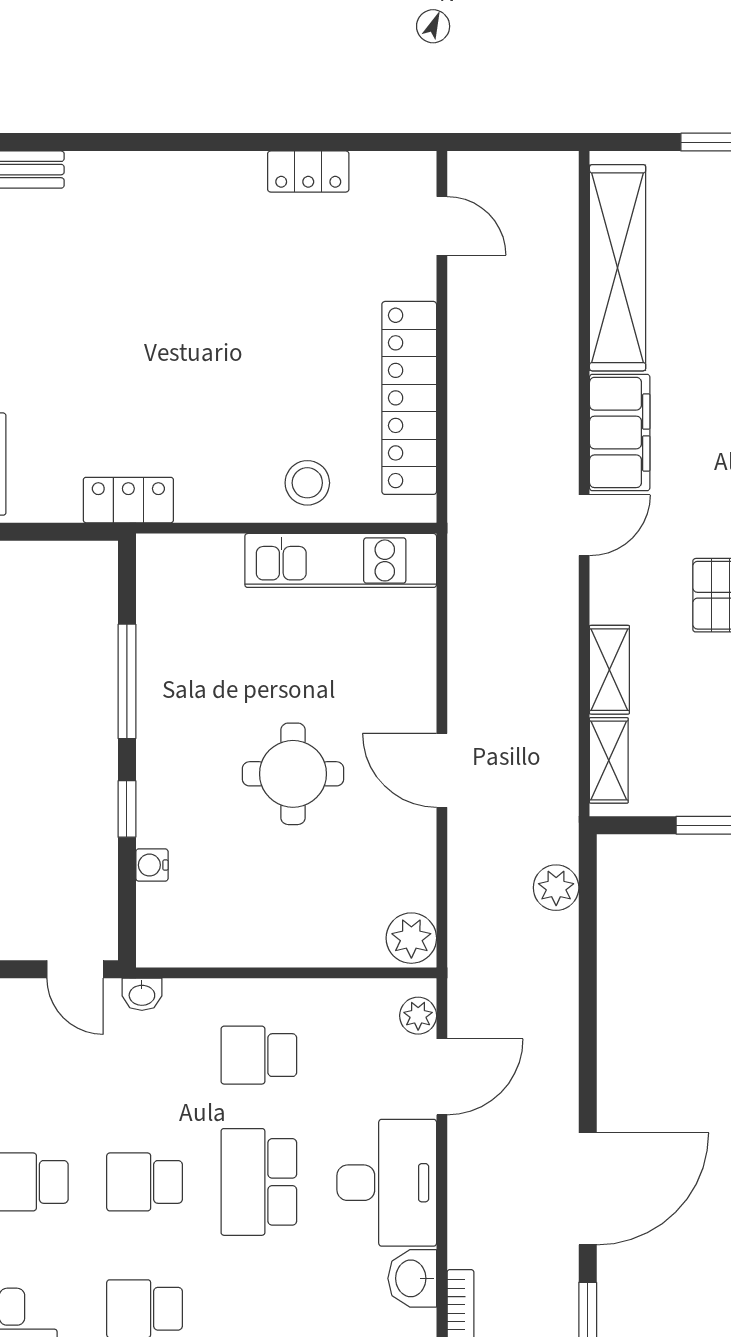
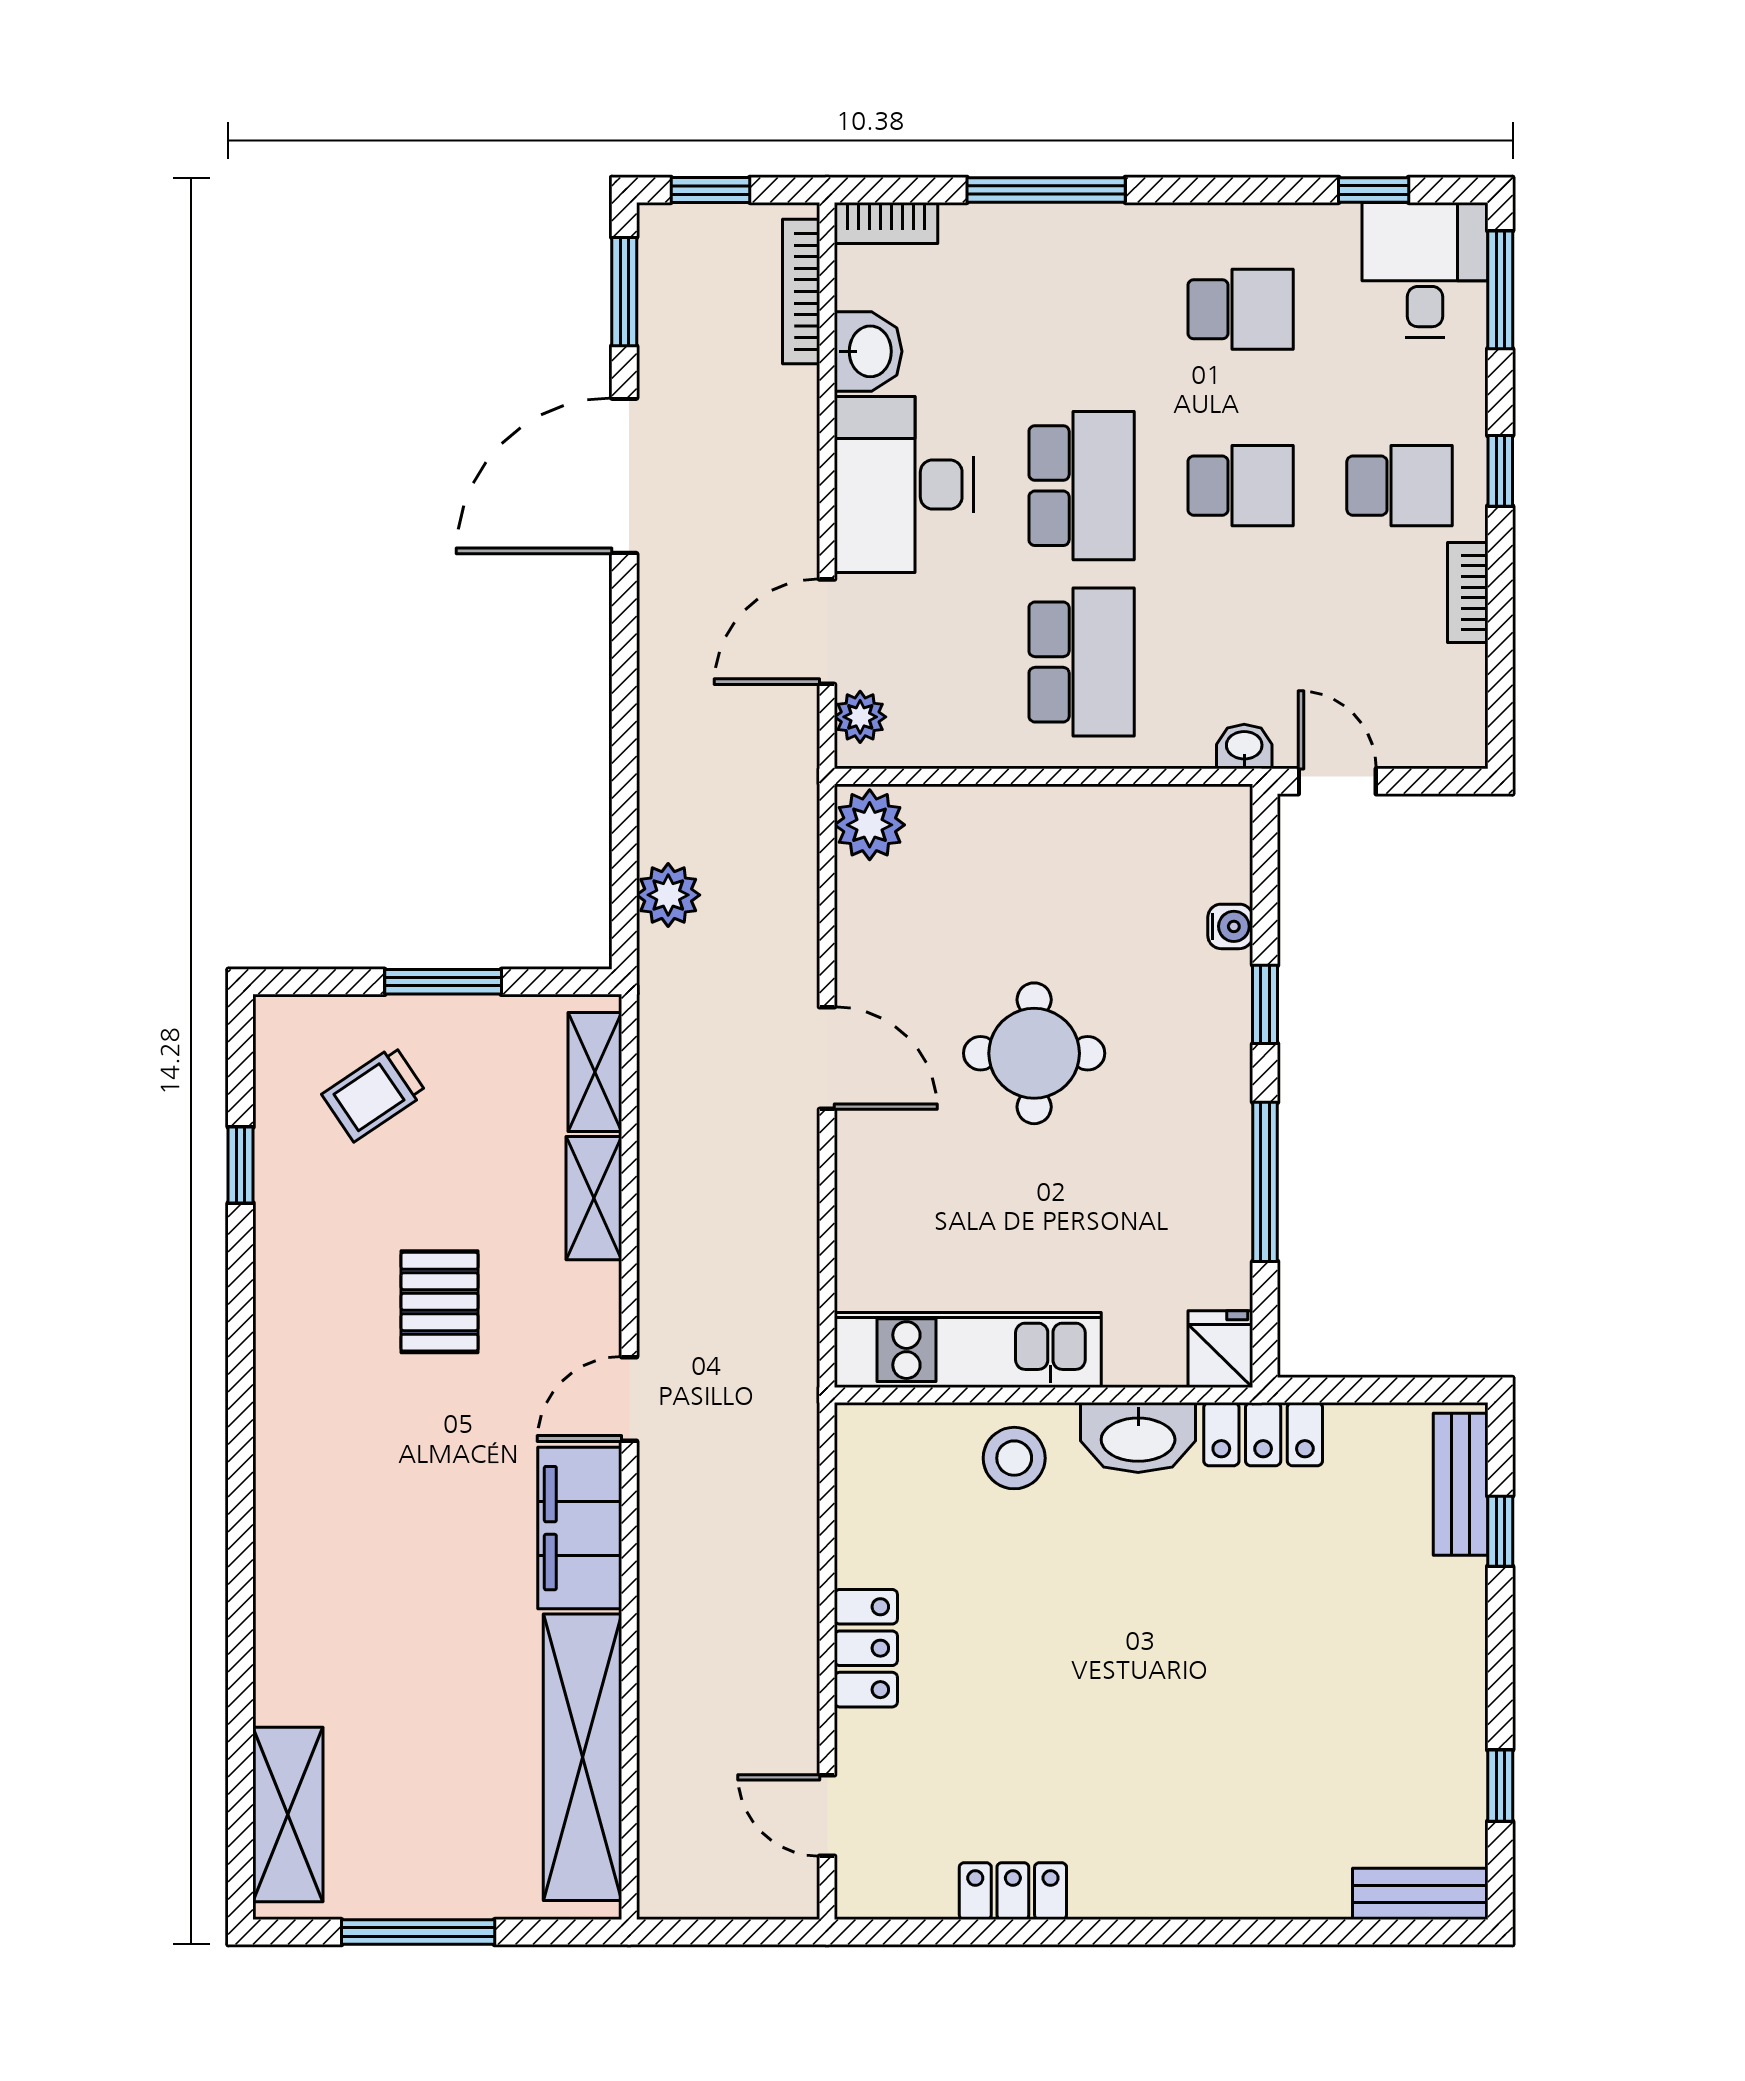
locker: (409, 398) -> (866, 1648), width x0.46, depth x0.83
washbasin: (218, 498) -> (1138, 1438), added
fridge: (159, 561) -> (1220, 1349), added
school desk: (259, 1055) -> (1082, 662), width x1.85

